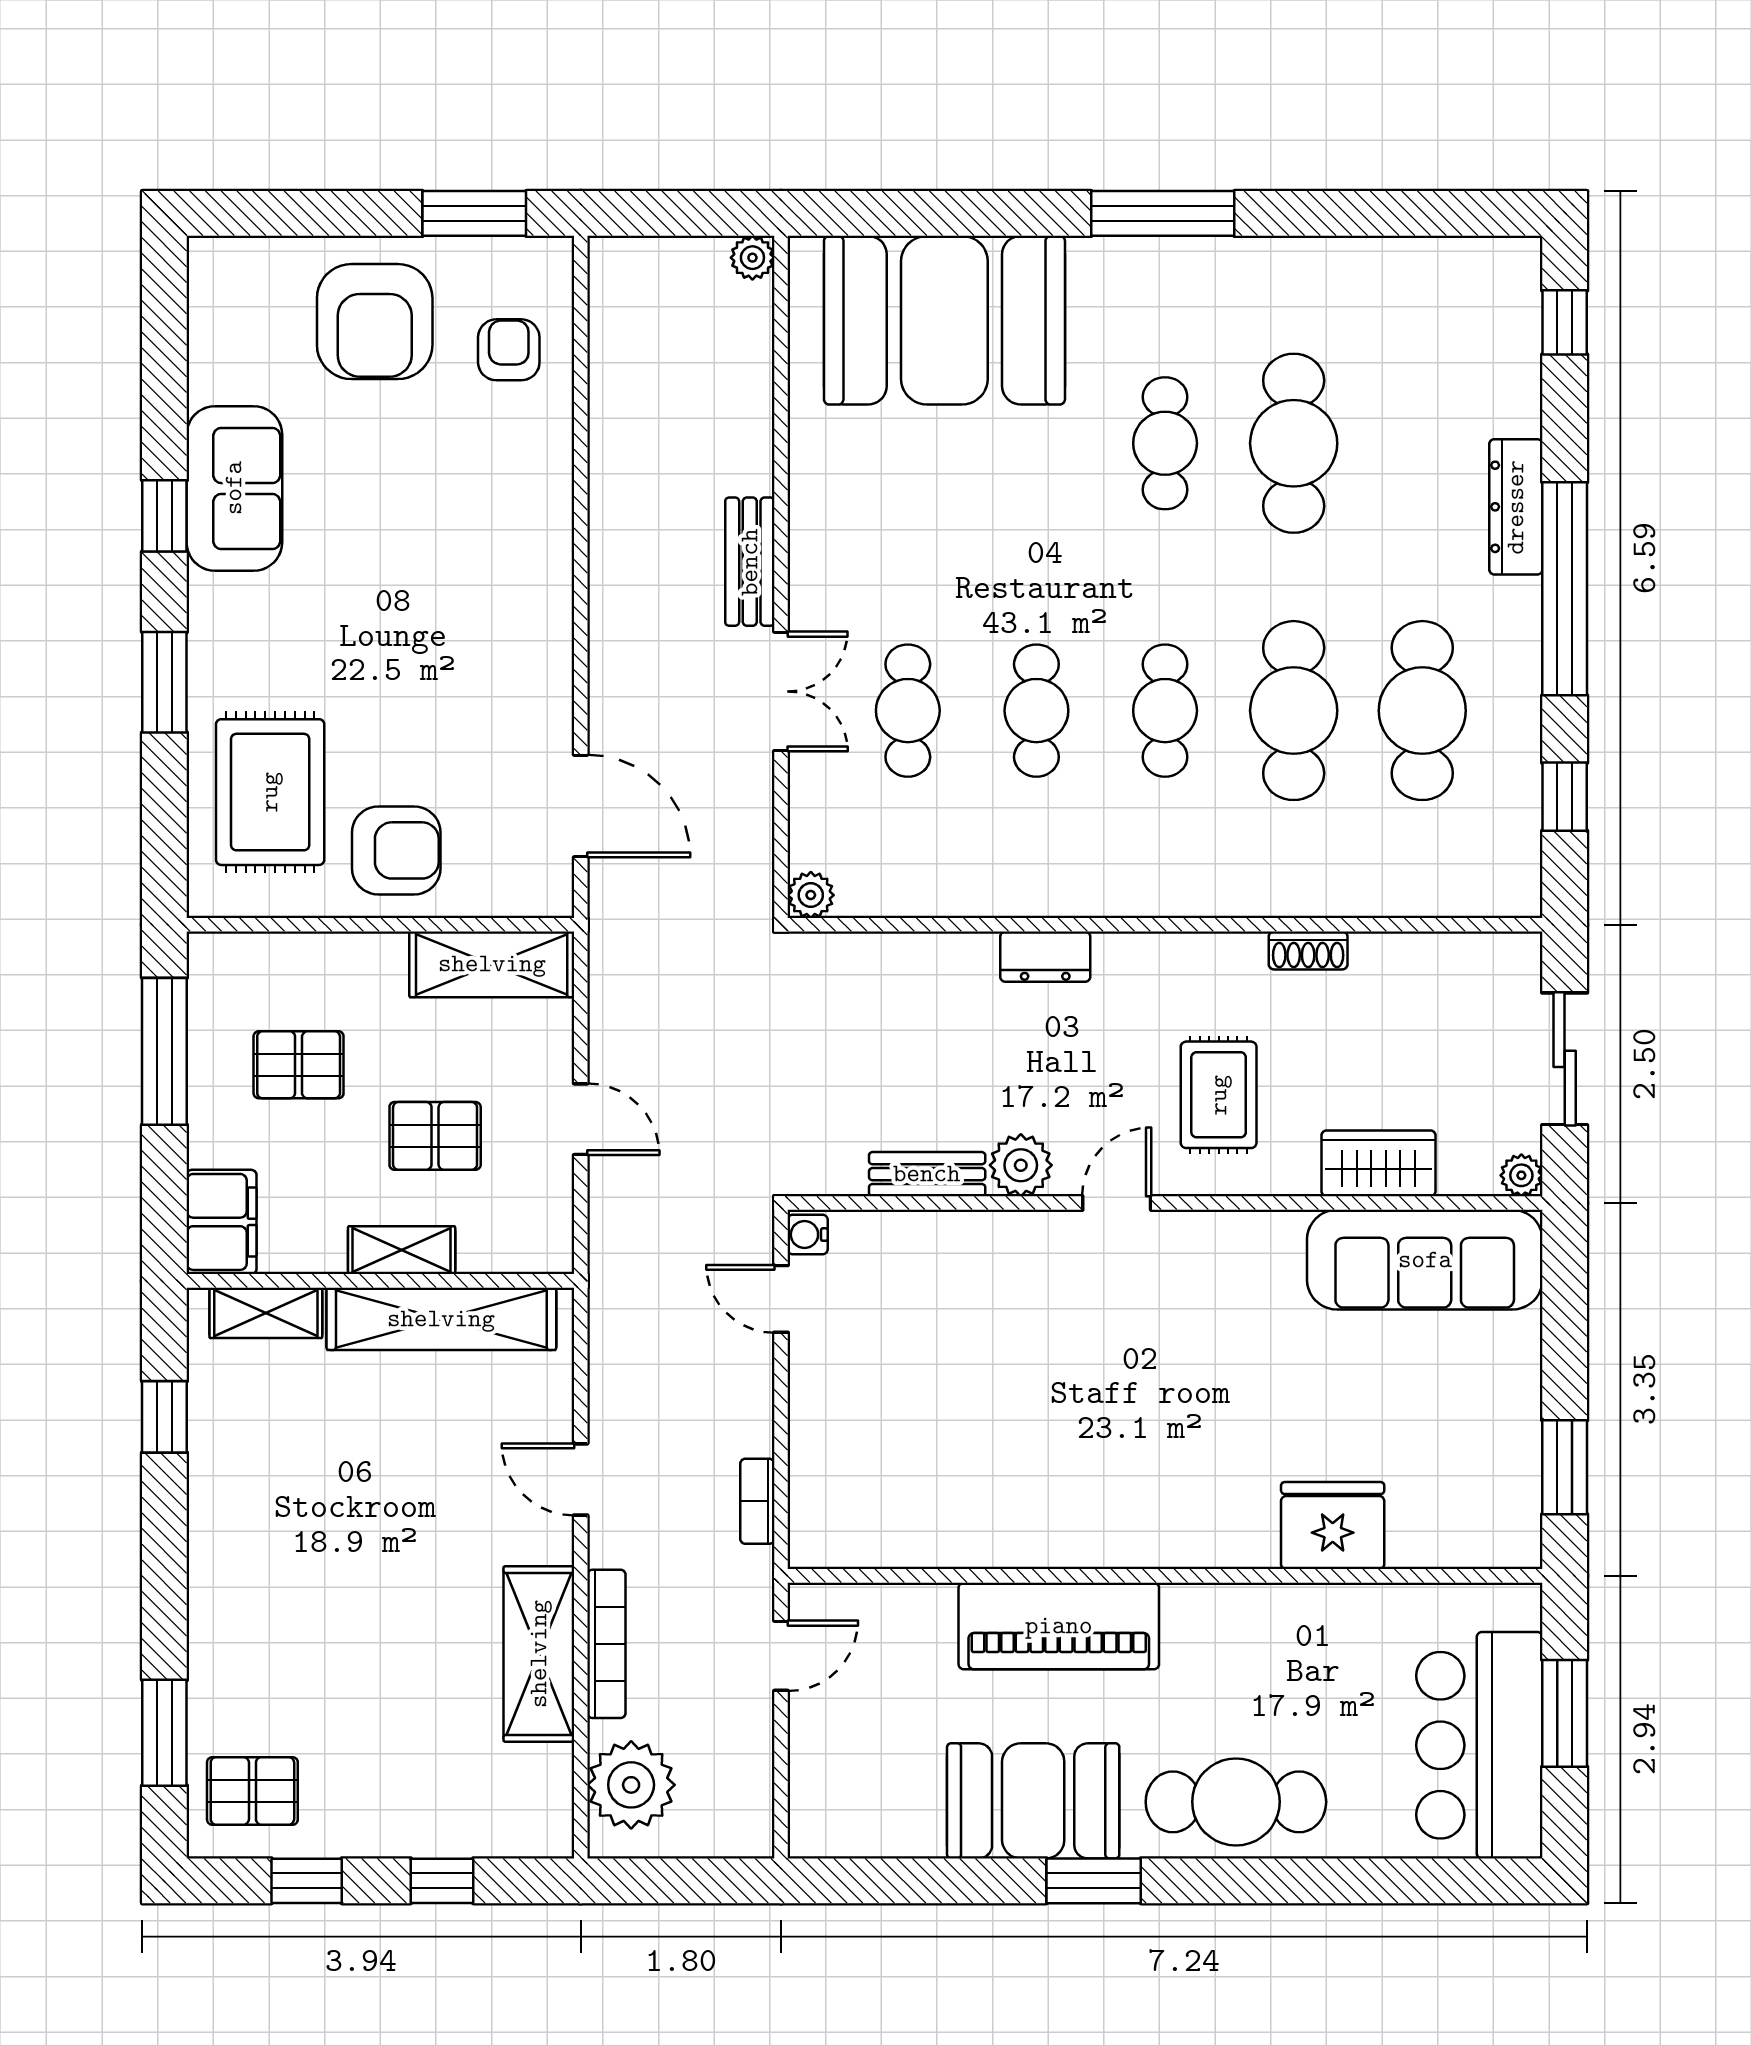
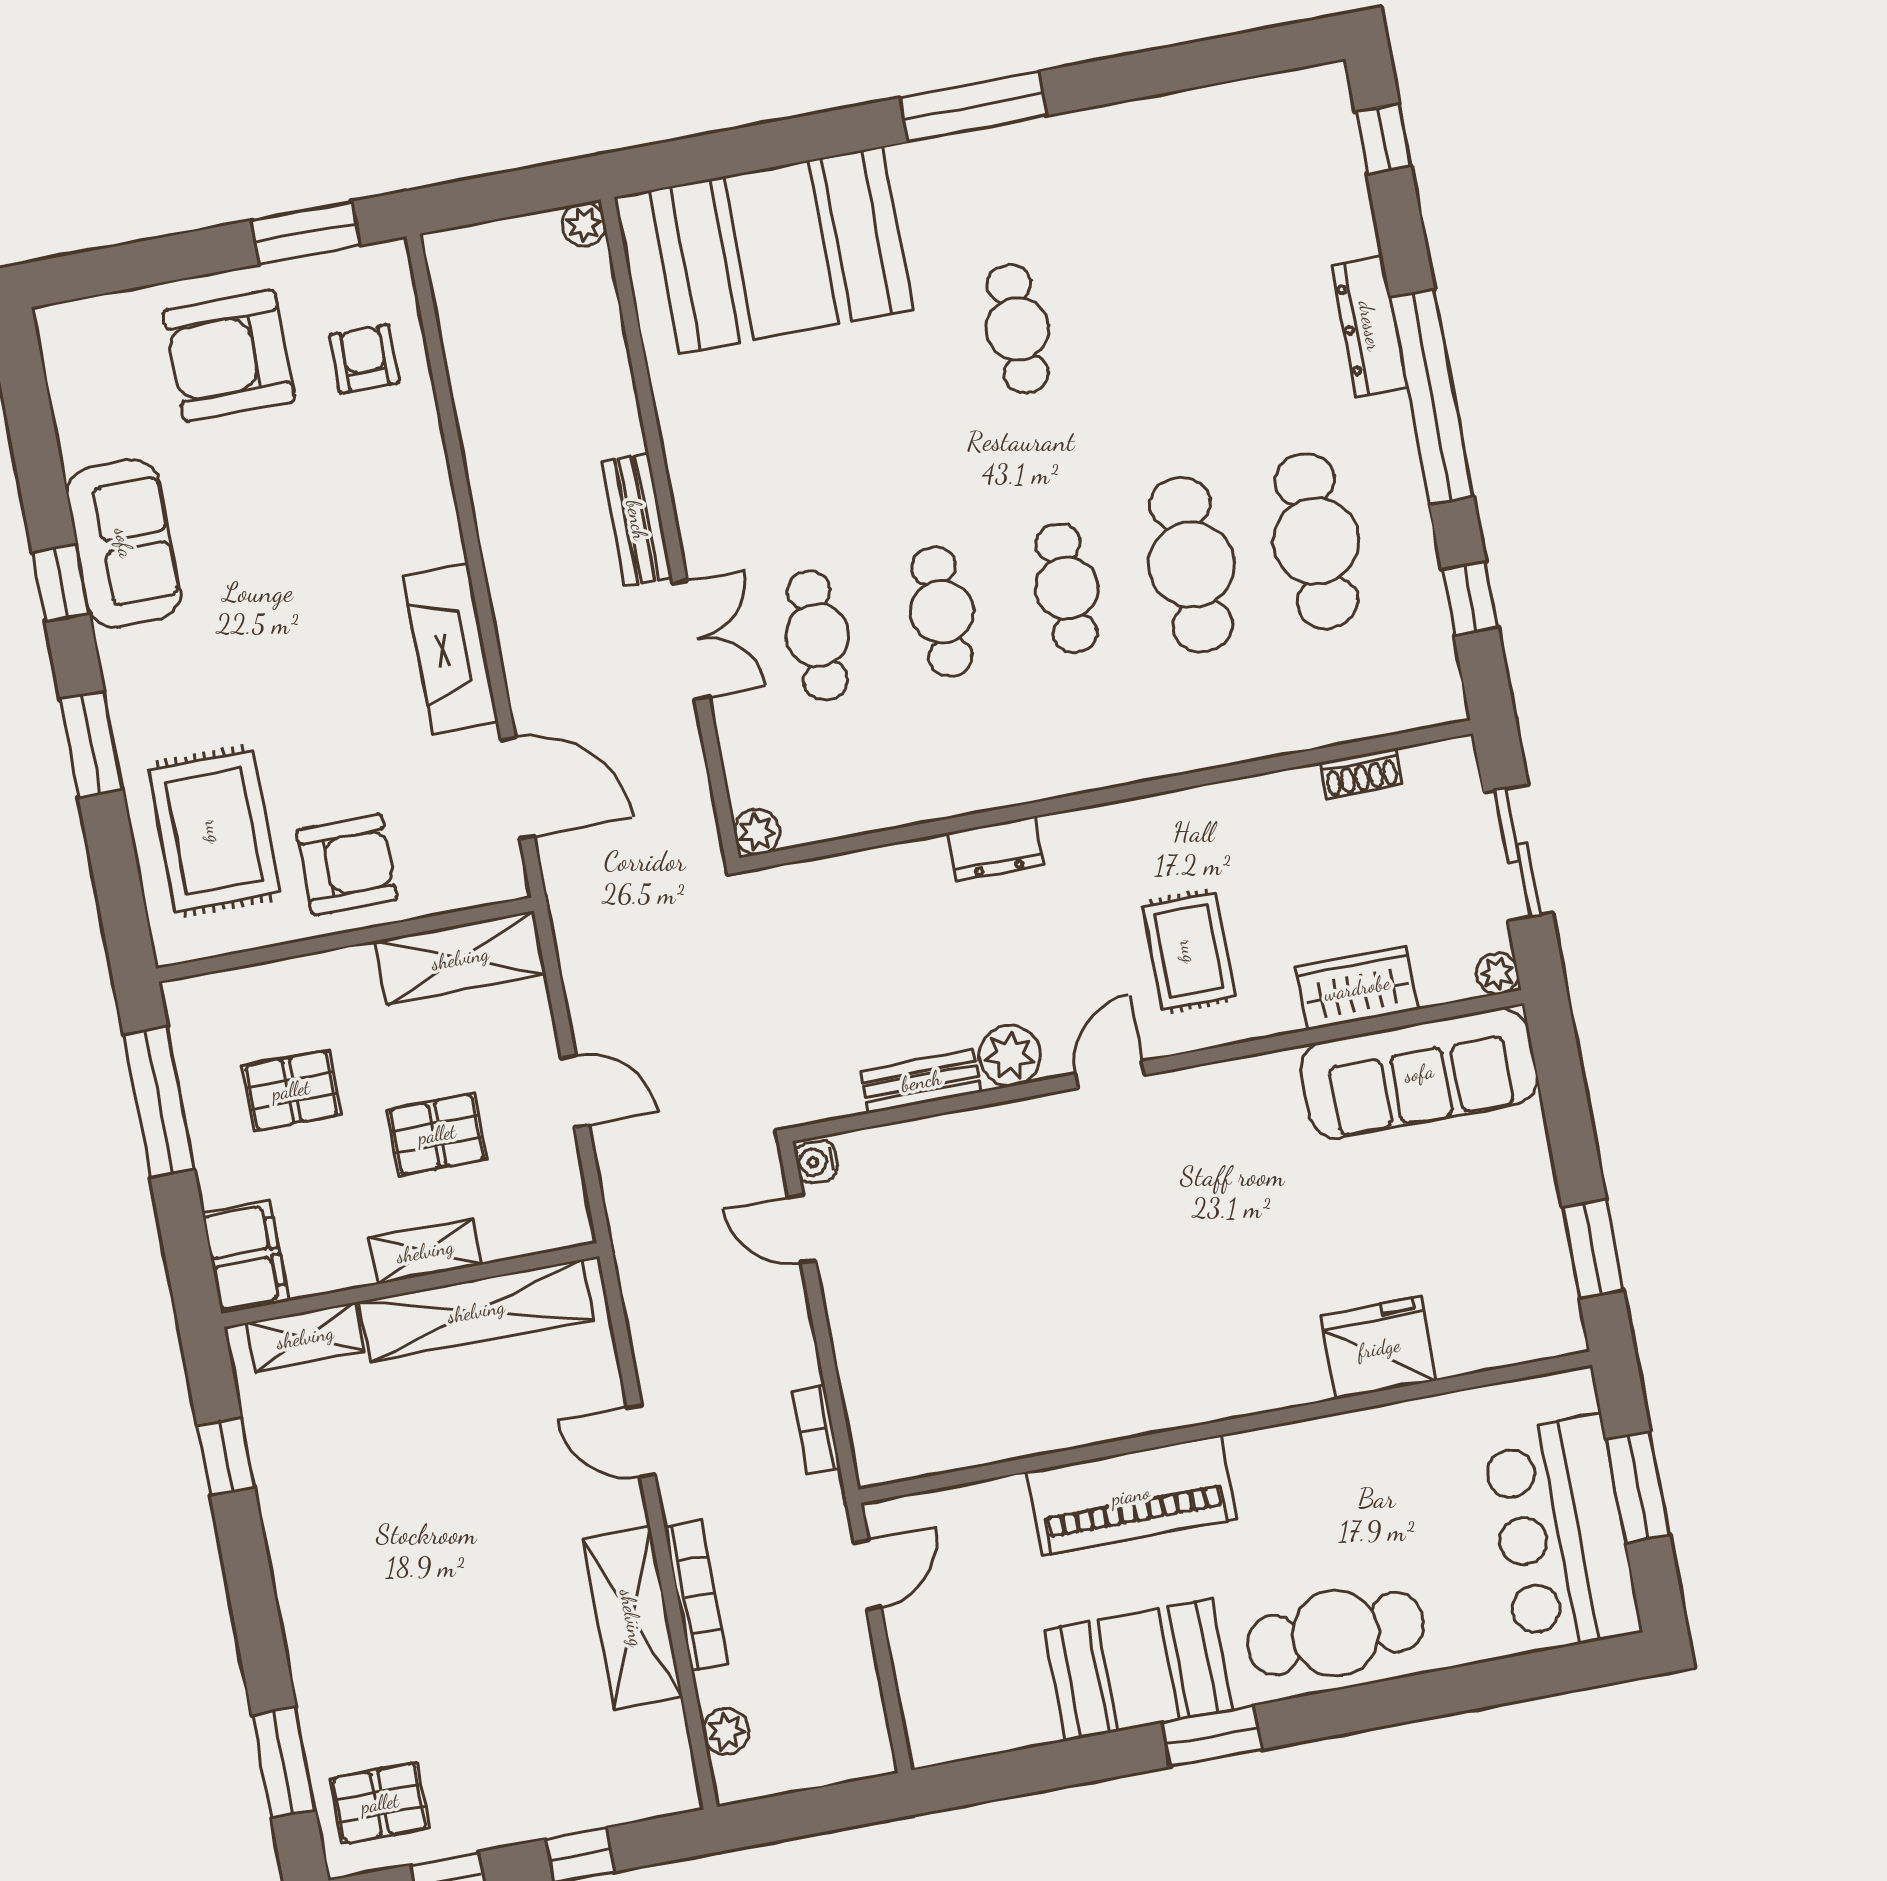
armchair: (375, 322) -> (229, 356), turned 90
cafe table: (1294, 443) -> (1142, 305), removed
fireplace: (540, 655) -> (451, 649), added
shoe rack: (1308, 950) -> (1361, 773), moved
plant: (631, 1785) -> (726, 1732), width x0.53, depth x0.53

